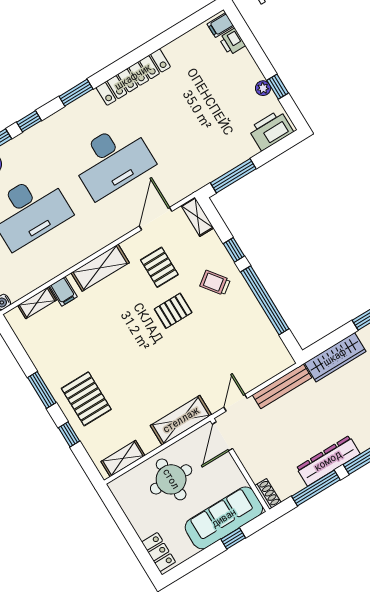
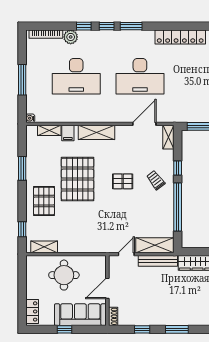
window: (76, 93) -> (131, 26), moved
pallet: (159, 267) -> (78, 179), moved, width x2.05, depth x2.00
window: (42, 390) -> (22, 168), moved
shelving: (181, 420) -> (155, 245), moved
window: (69, 434) -> (22, 229), moved
door: (222, 436) -> (107, 288), moved
dresser: (328, 461) -> (158, 318), removed
window: (316, 488) -> (142, 329), width x0.46
window: (233, 539) -> (64, 329), moved

